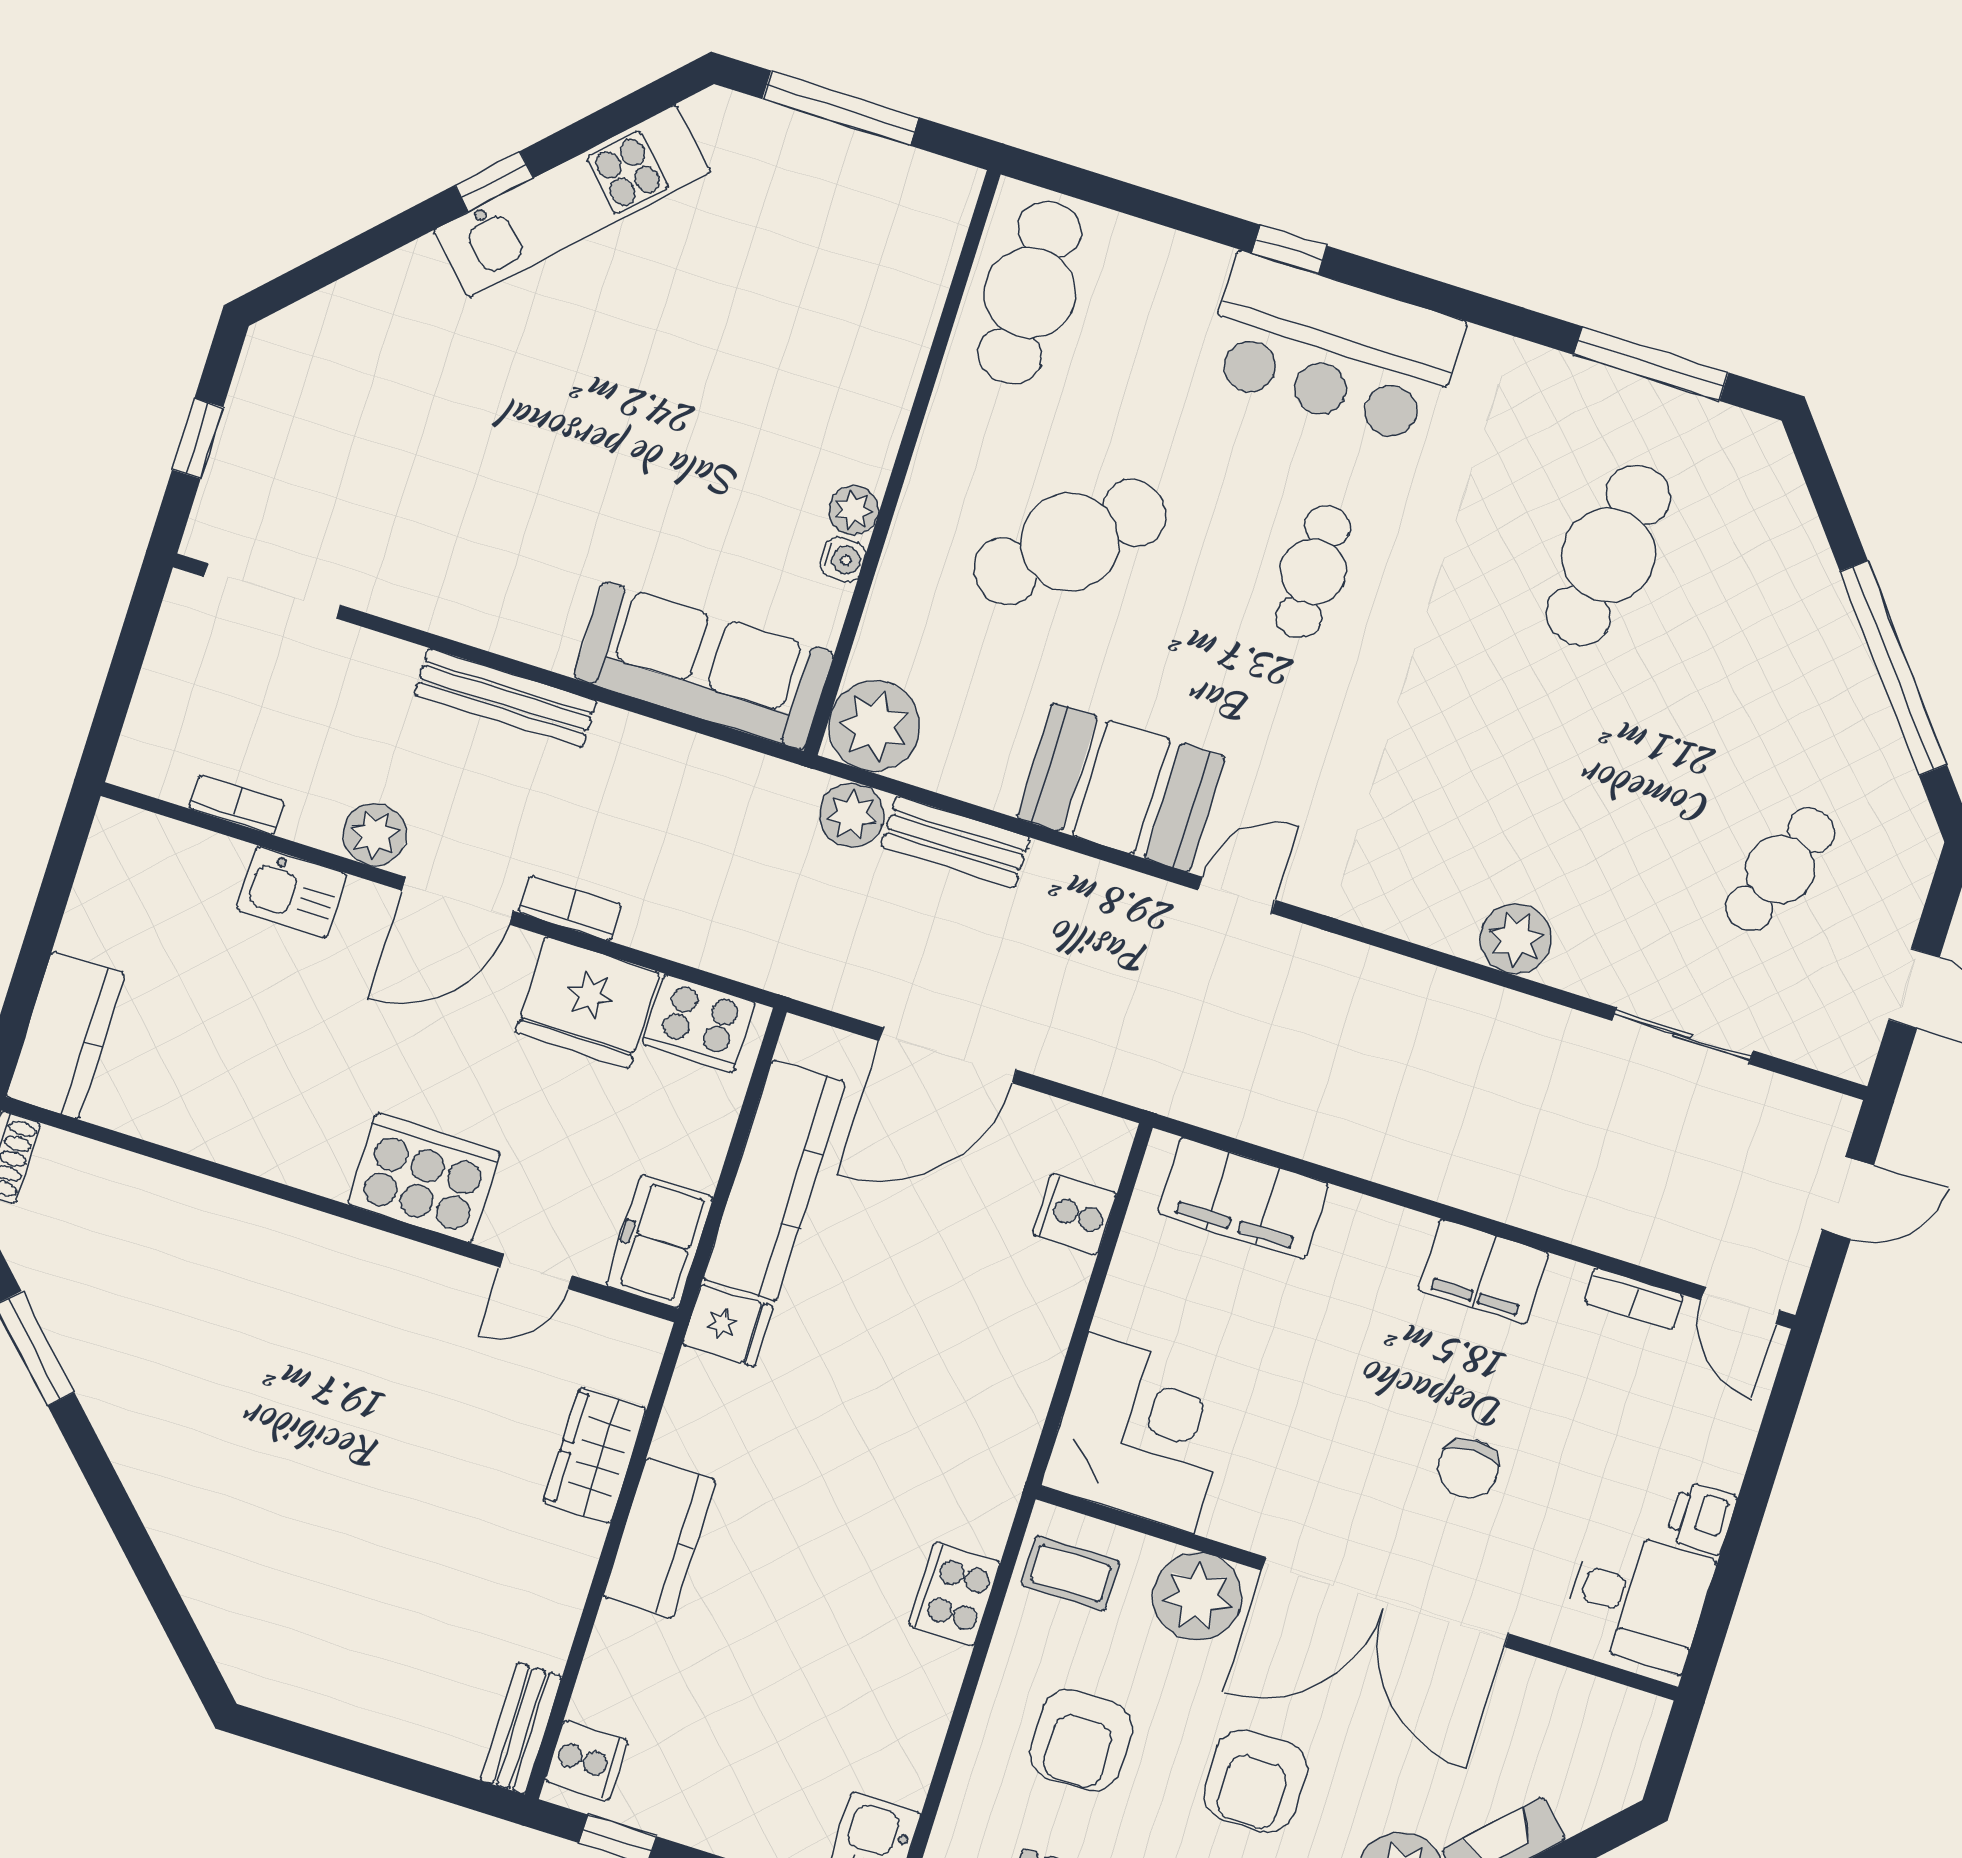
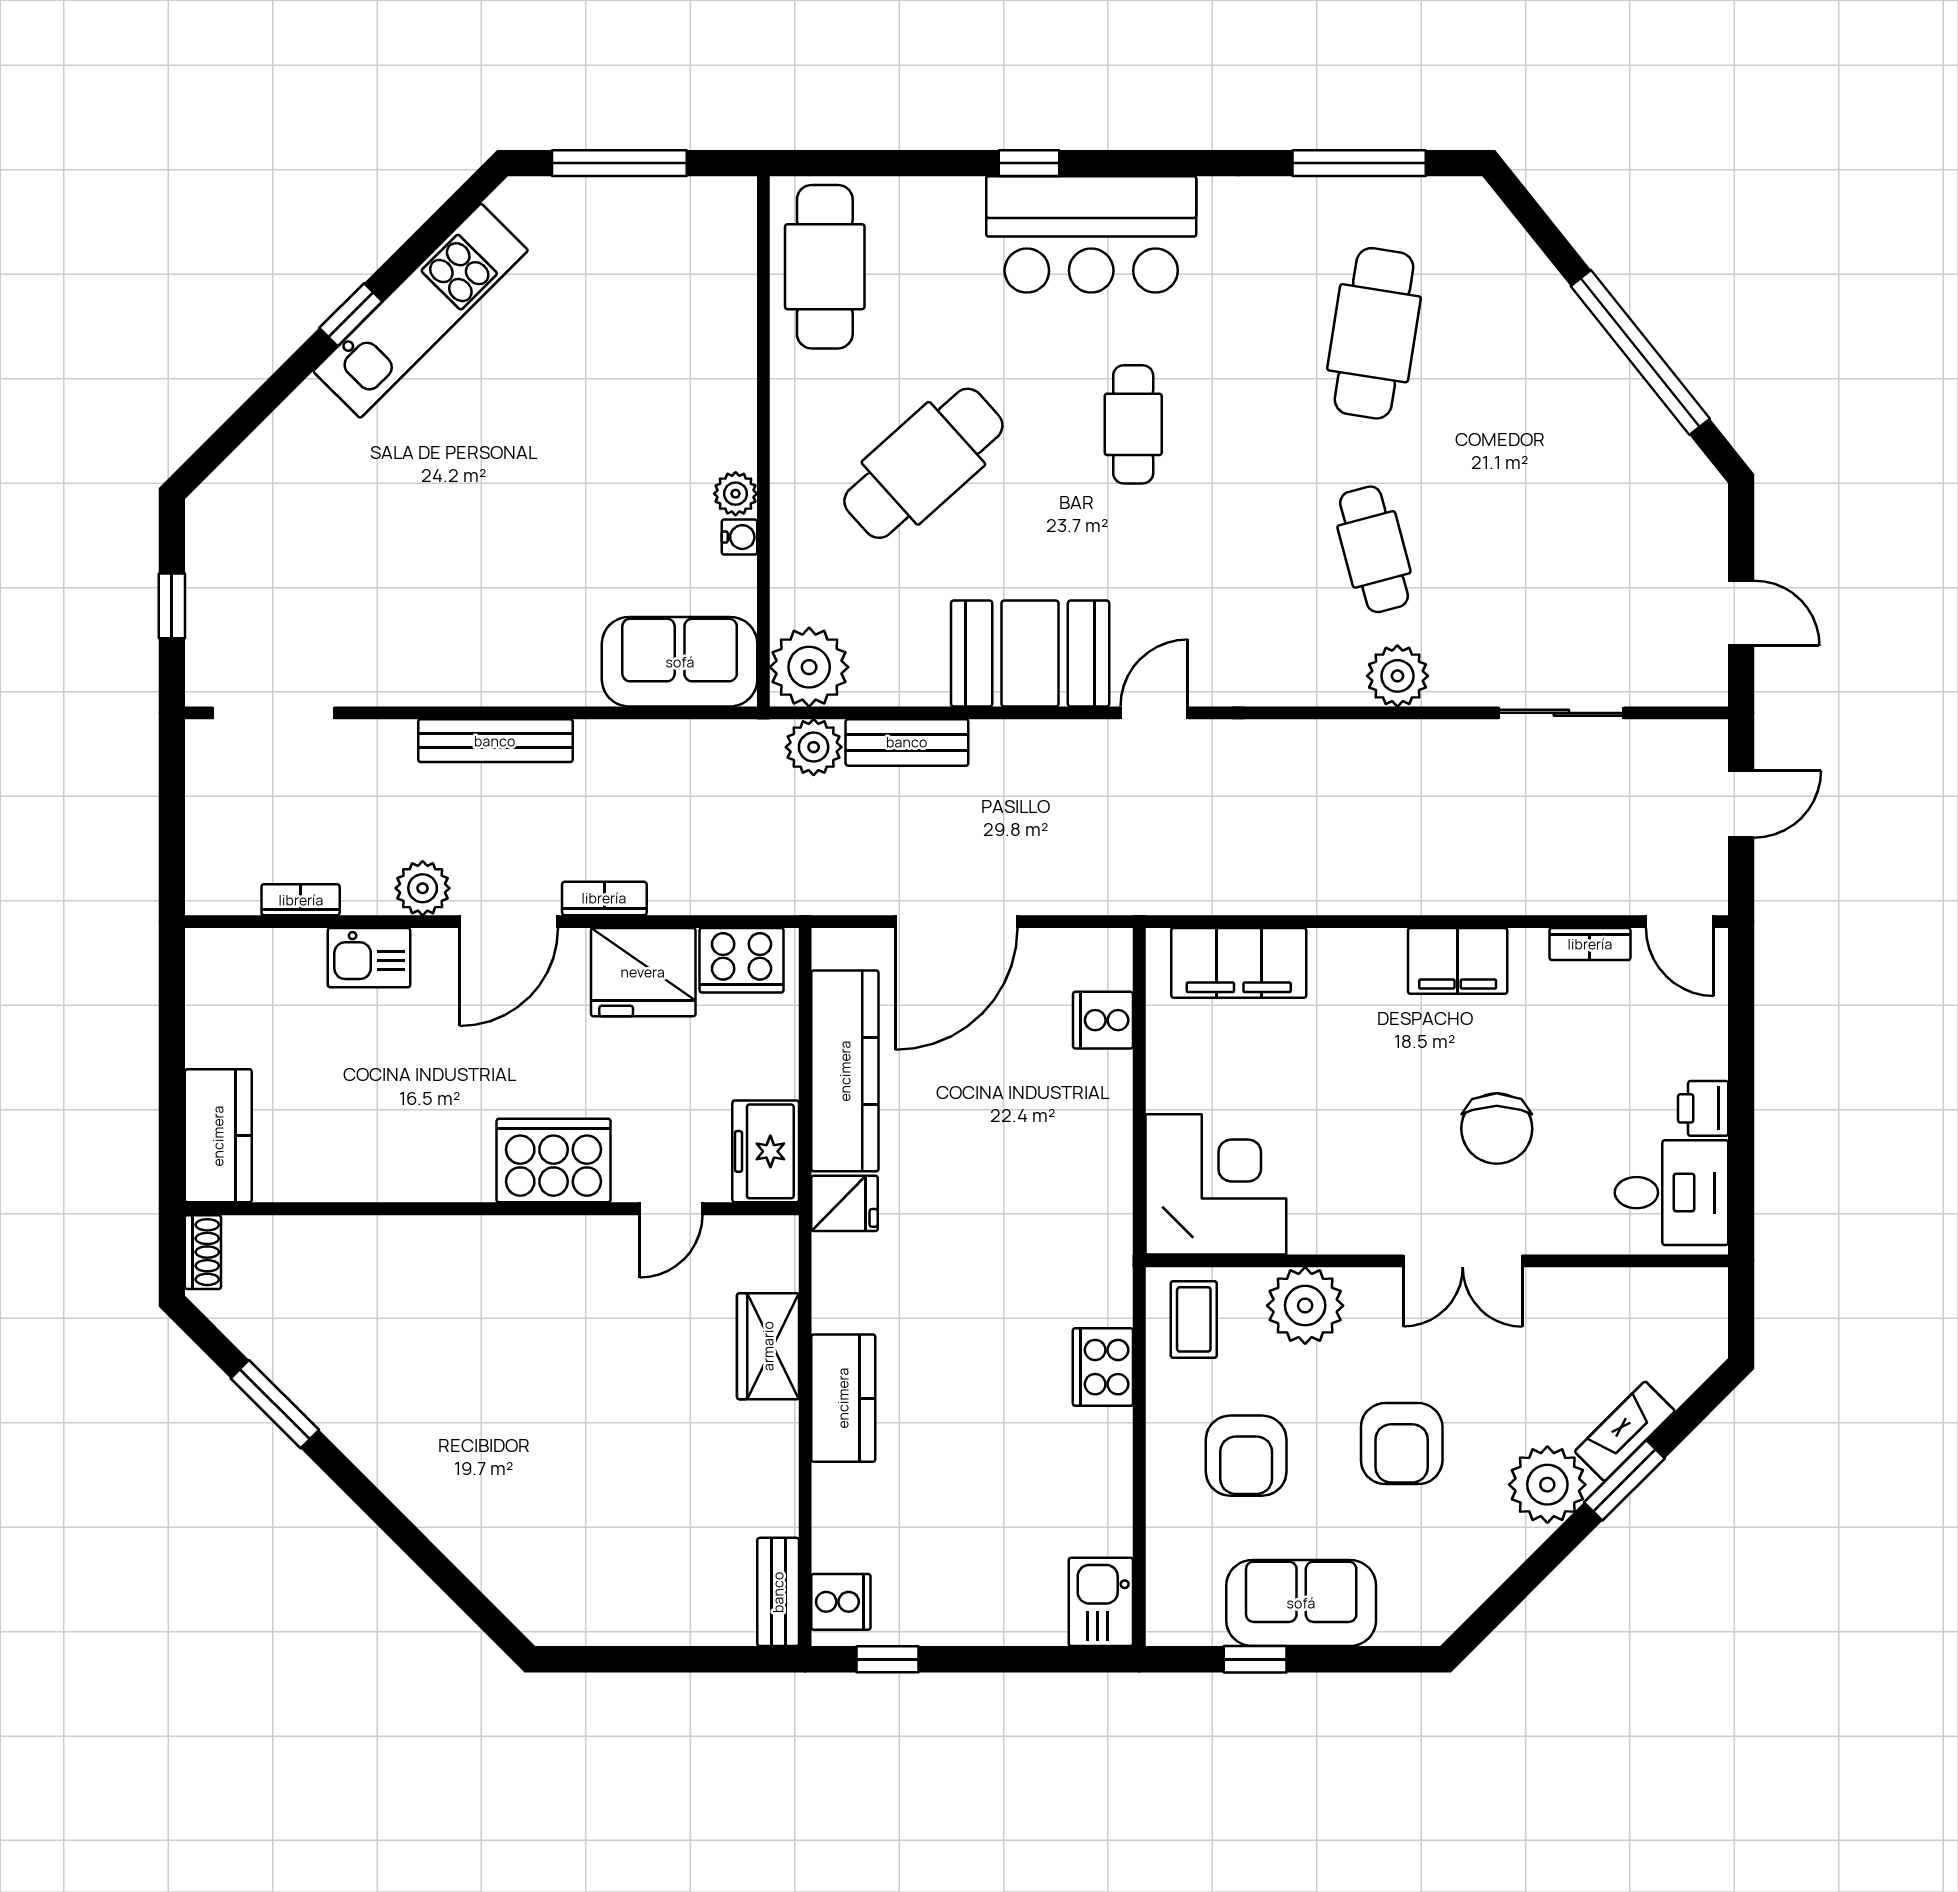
sofa: (704, 665) -> (680, 662), width x0.73
cafe table: (1780, 870) -> (1374, 549), moved, turned -36
chair: (1468, 1469) -> (1497, 1129), width x1.37, depth x1.37
coffee table: (1070, 1573) -> (1194, 1319), turned 90
double door: (1385, 1602) -> (1463, 1261), width x0.54

